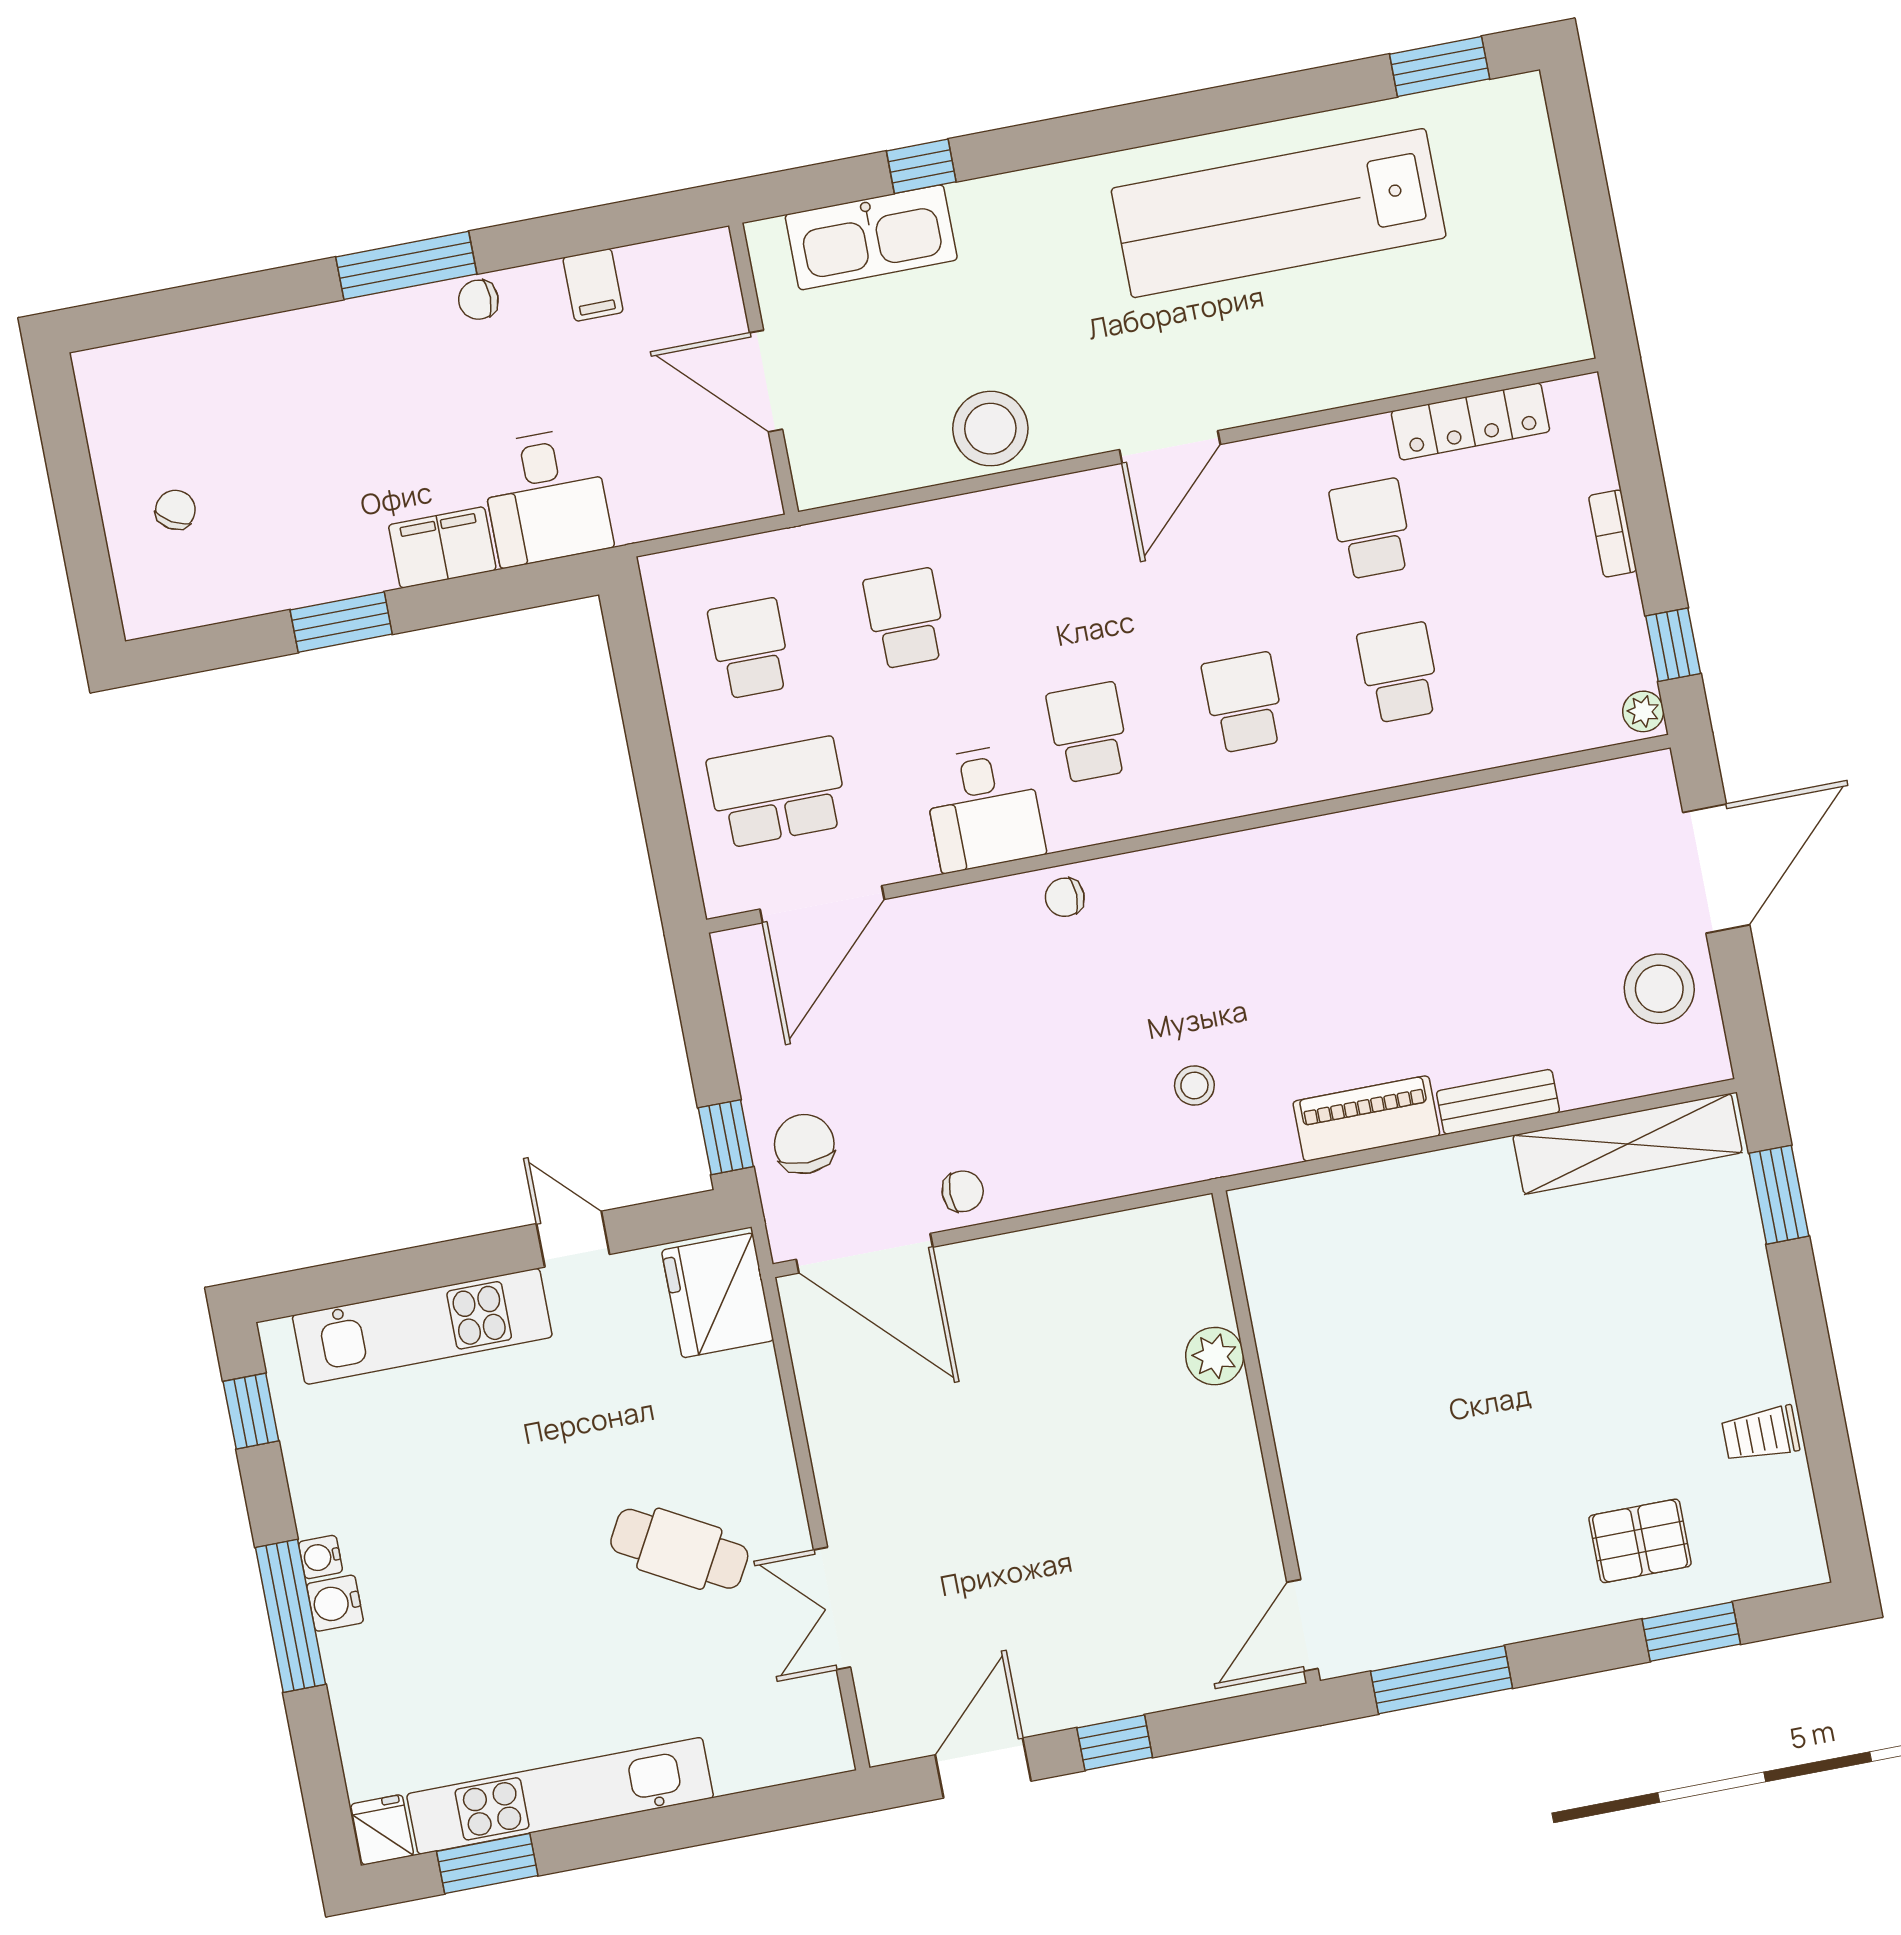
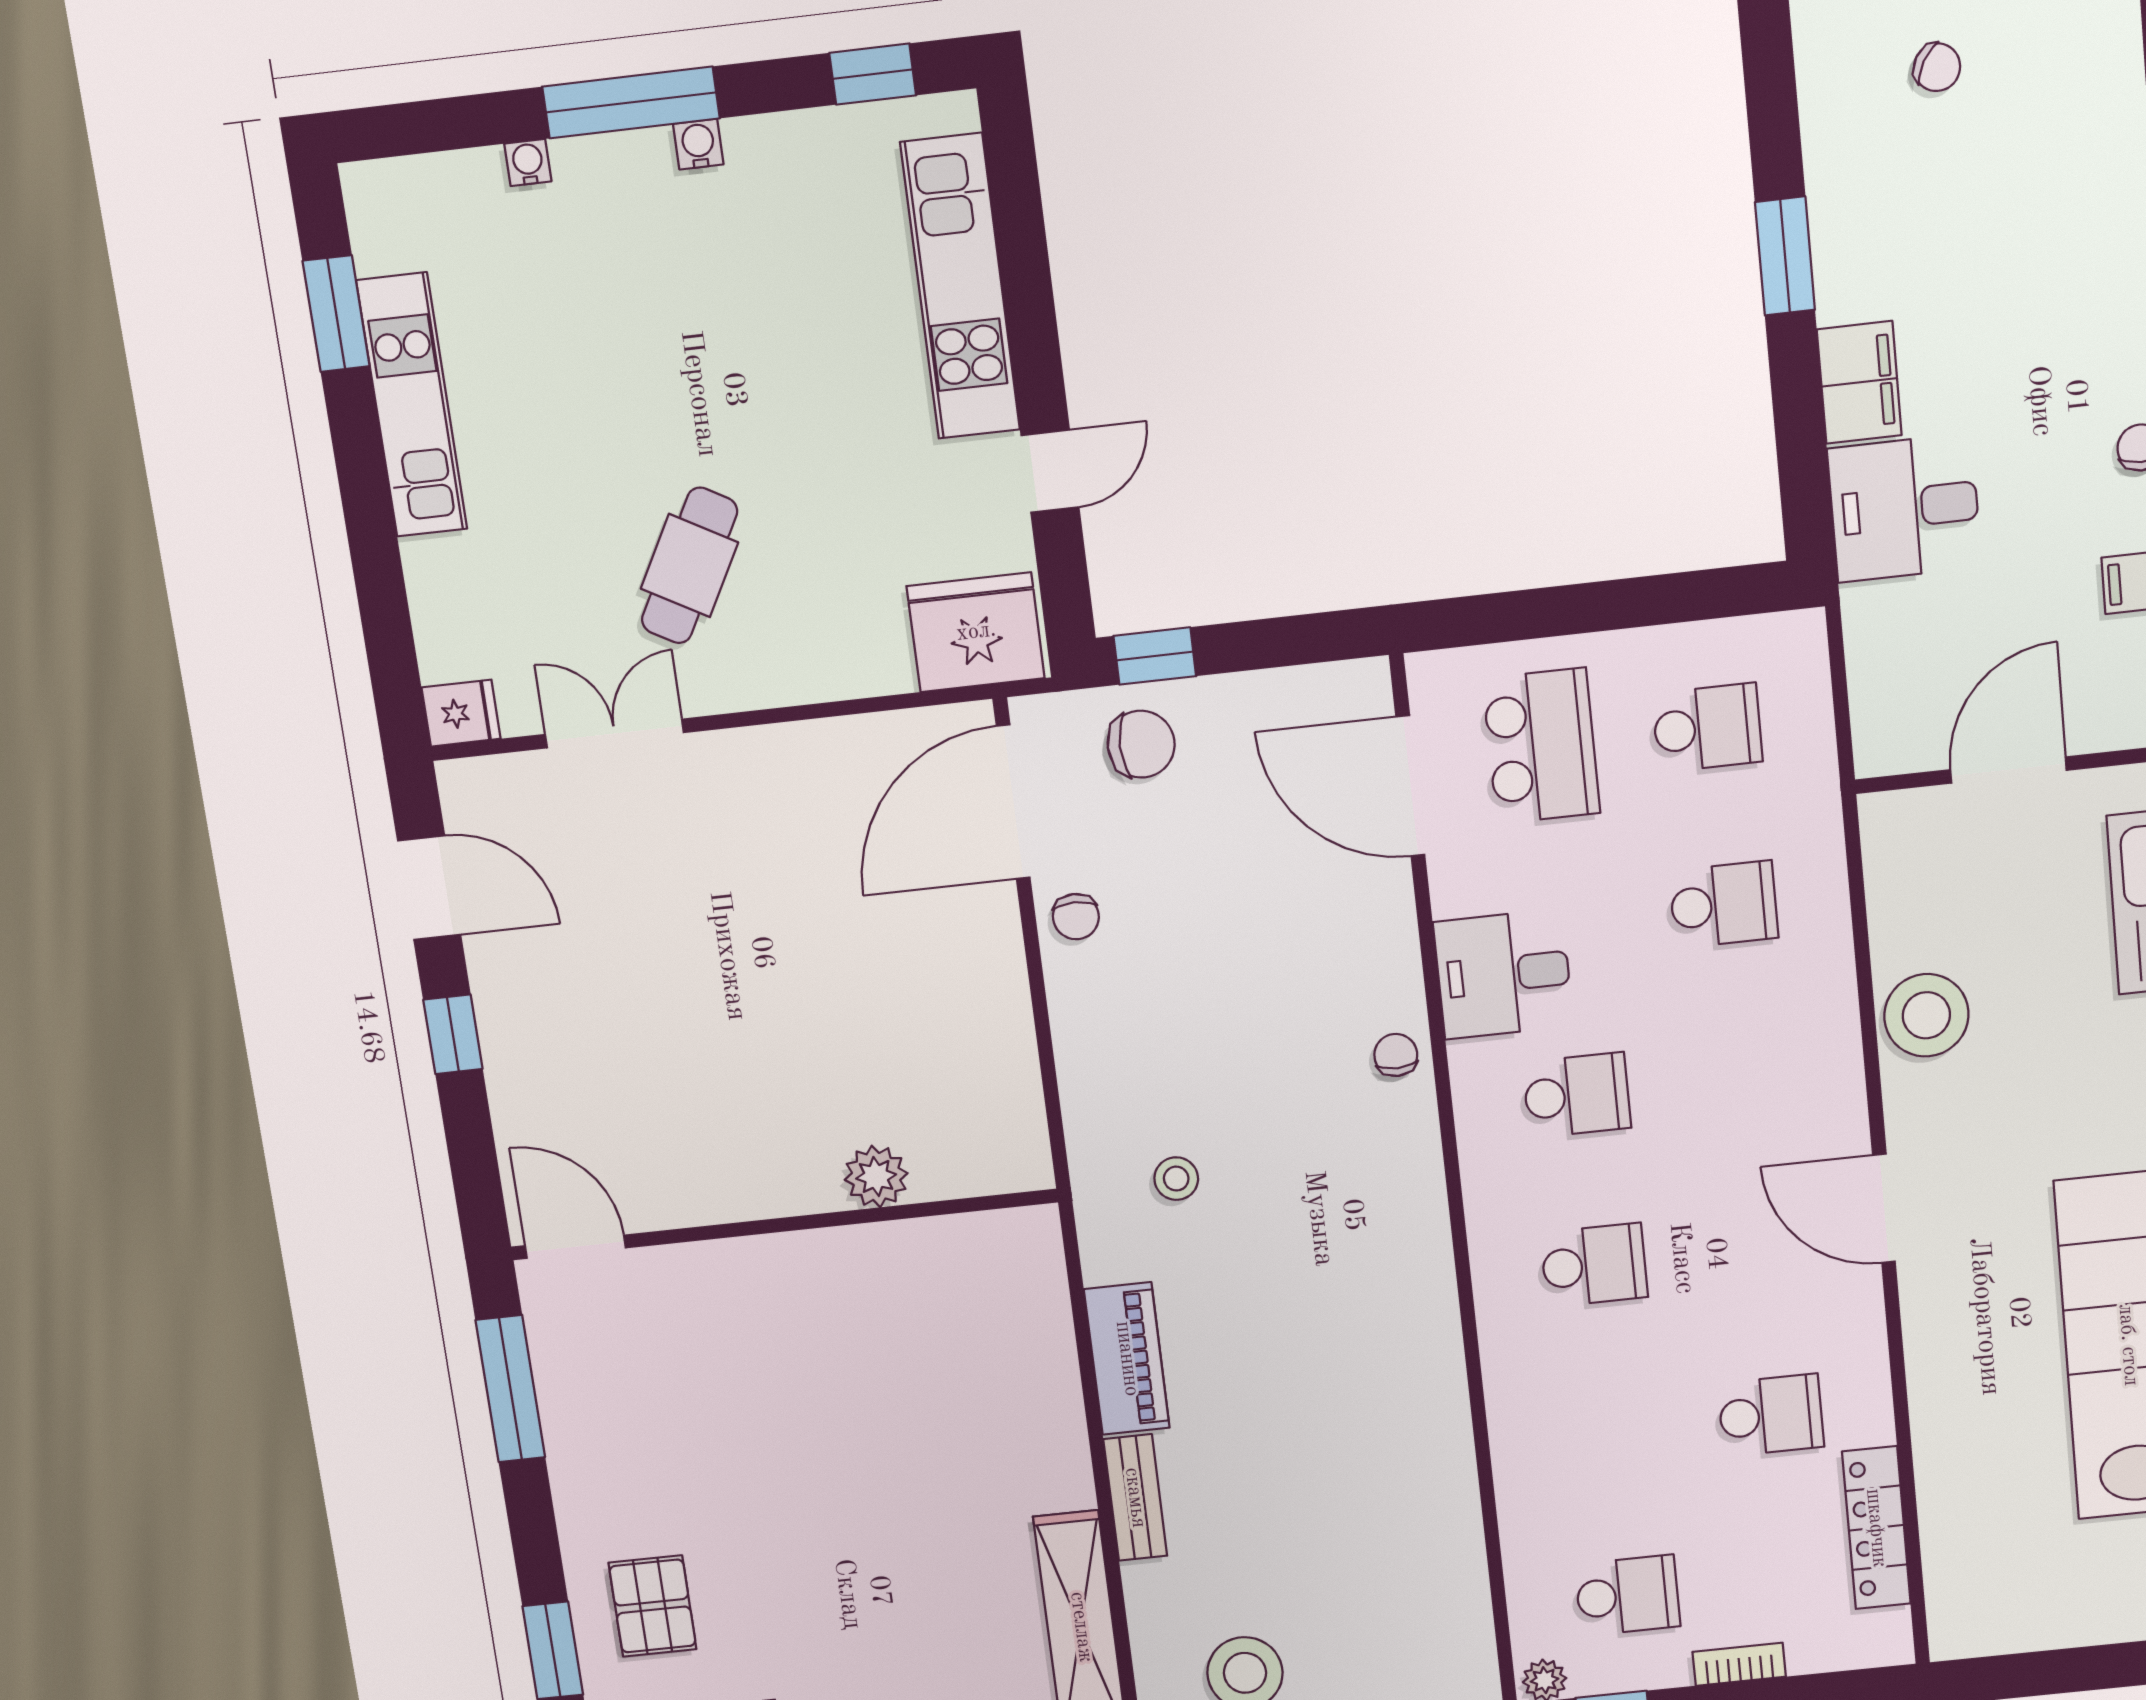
school desk: (1399, 673) -> (1627, 1595), moved
water cooler: (335, 1603) -> (528, 162), moved, width x0.72, depth x0.72
kitchen unit: (560, 1796) -> (412, 405), width x0.73
fridge: (382, 1830) -> (461, 713), moved

